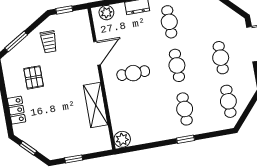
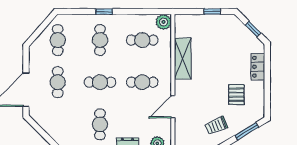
trolley: (49, 42) -> (216, 126), turned -113
cafe table: (177, 65) -> (100, 82), turned 90
cafe table: (141, 117) -> (142, 40), added

